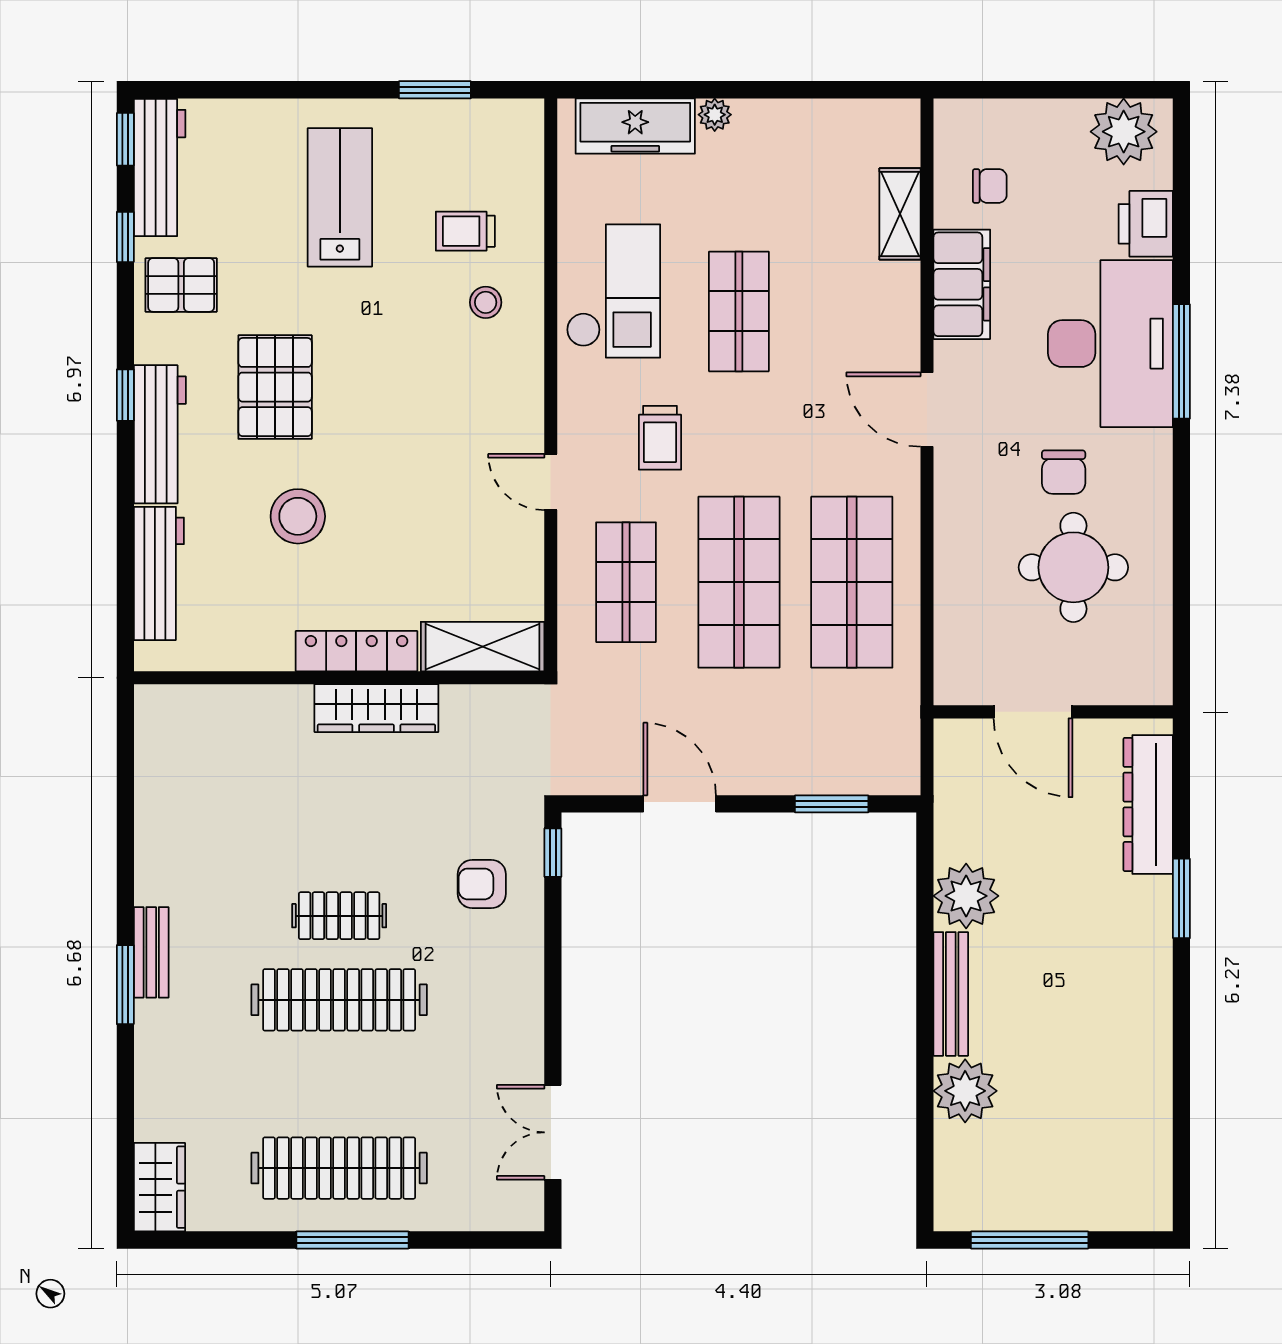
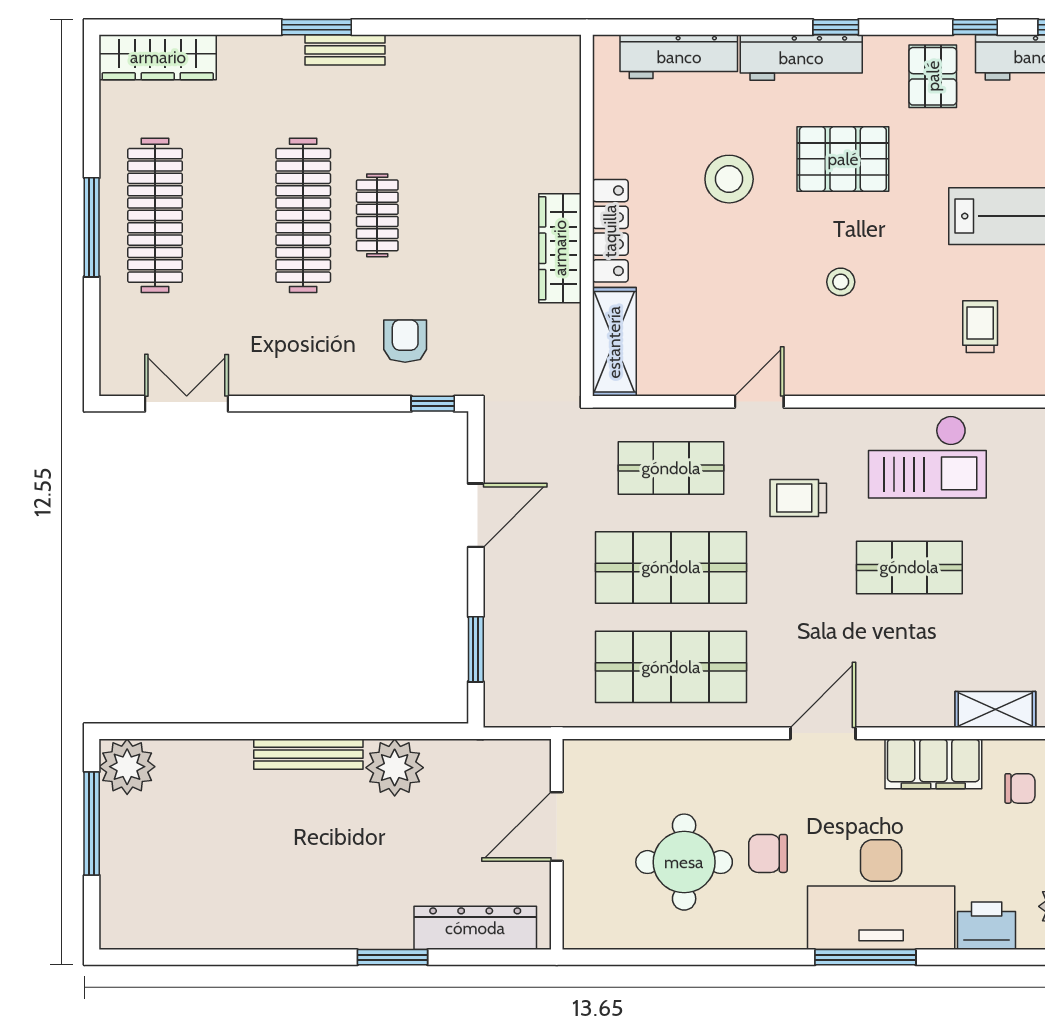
chair: (990, 186) -> (1020, 788), turned -90
stool: (486, 302) -> (841, 282), moved
plant: (965, 1091) -> (127, 767), moved
wardrobe: (160, 1187) -> (158, 57), width x1.50

